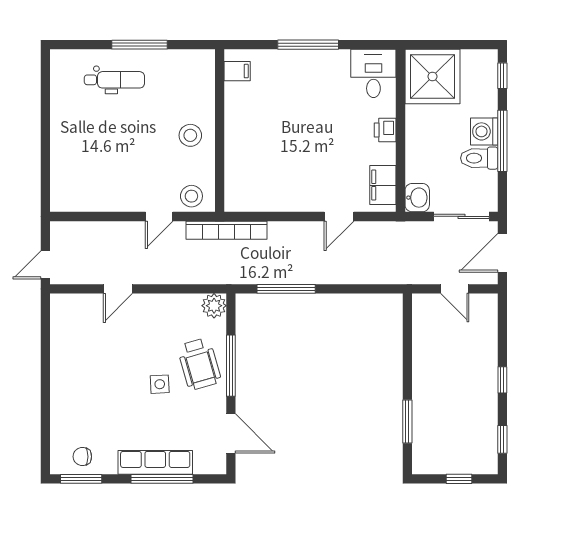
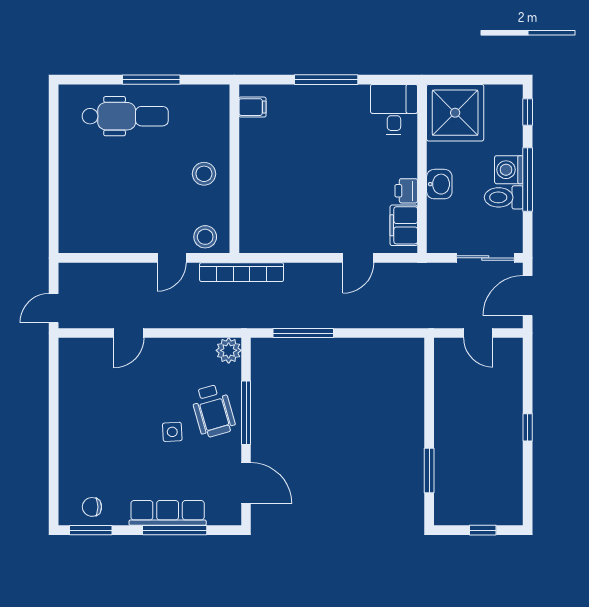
dental chair: (114, 80) -> (125, 116), width x1.36, depth x1.38
printer: (385, 130) -> (406, 191), moved
washbasin: (417, 198) -> (439, 184), moved
window: (502, 439) -> (528, 489), removed

